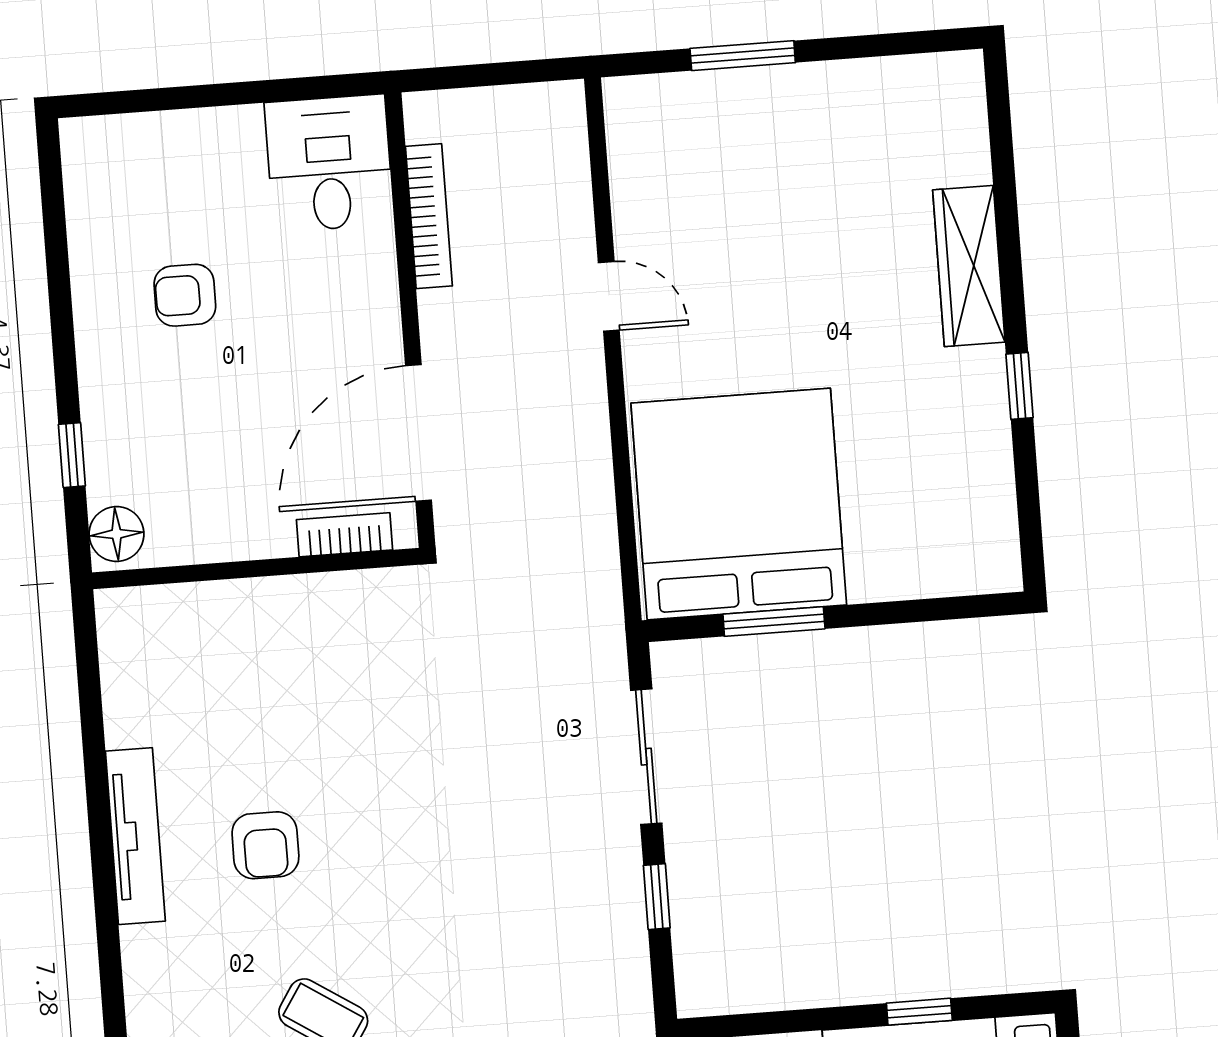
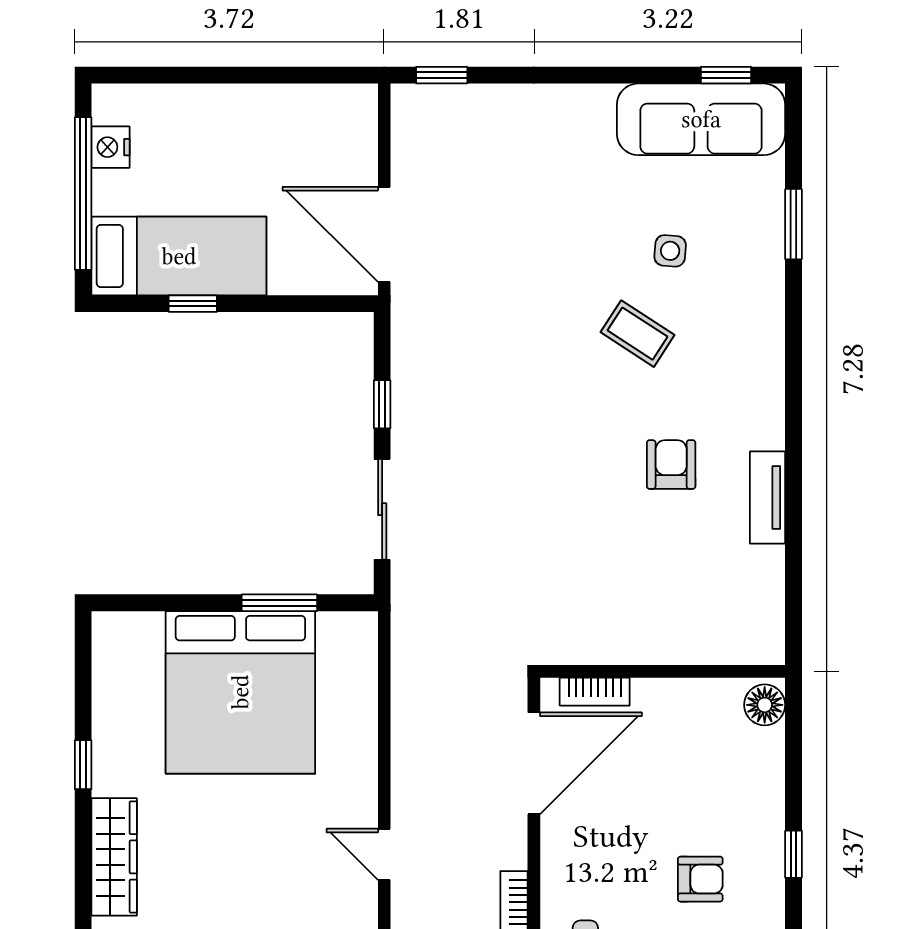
window: (72, 455) -> (793, 854), moved
bed: (739, 504) -> (240, 692), moved
tv unit: (135, 836) -> (768, 497), width x0.71

